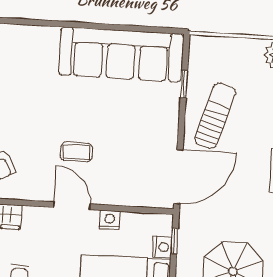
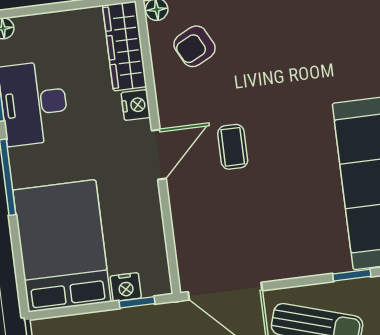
nightstand: (110, 220) -> (136, 105), moved

